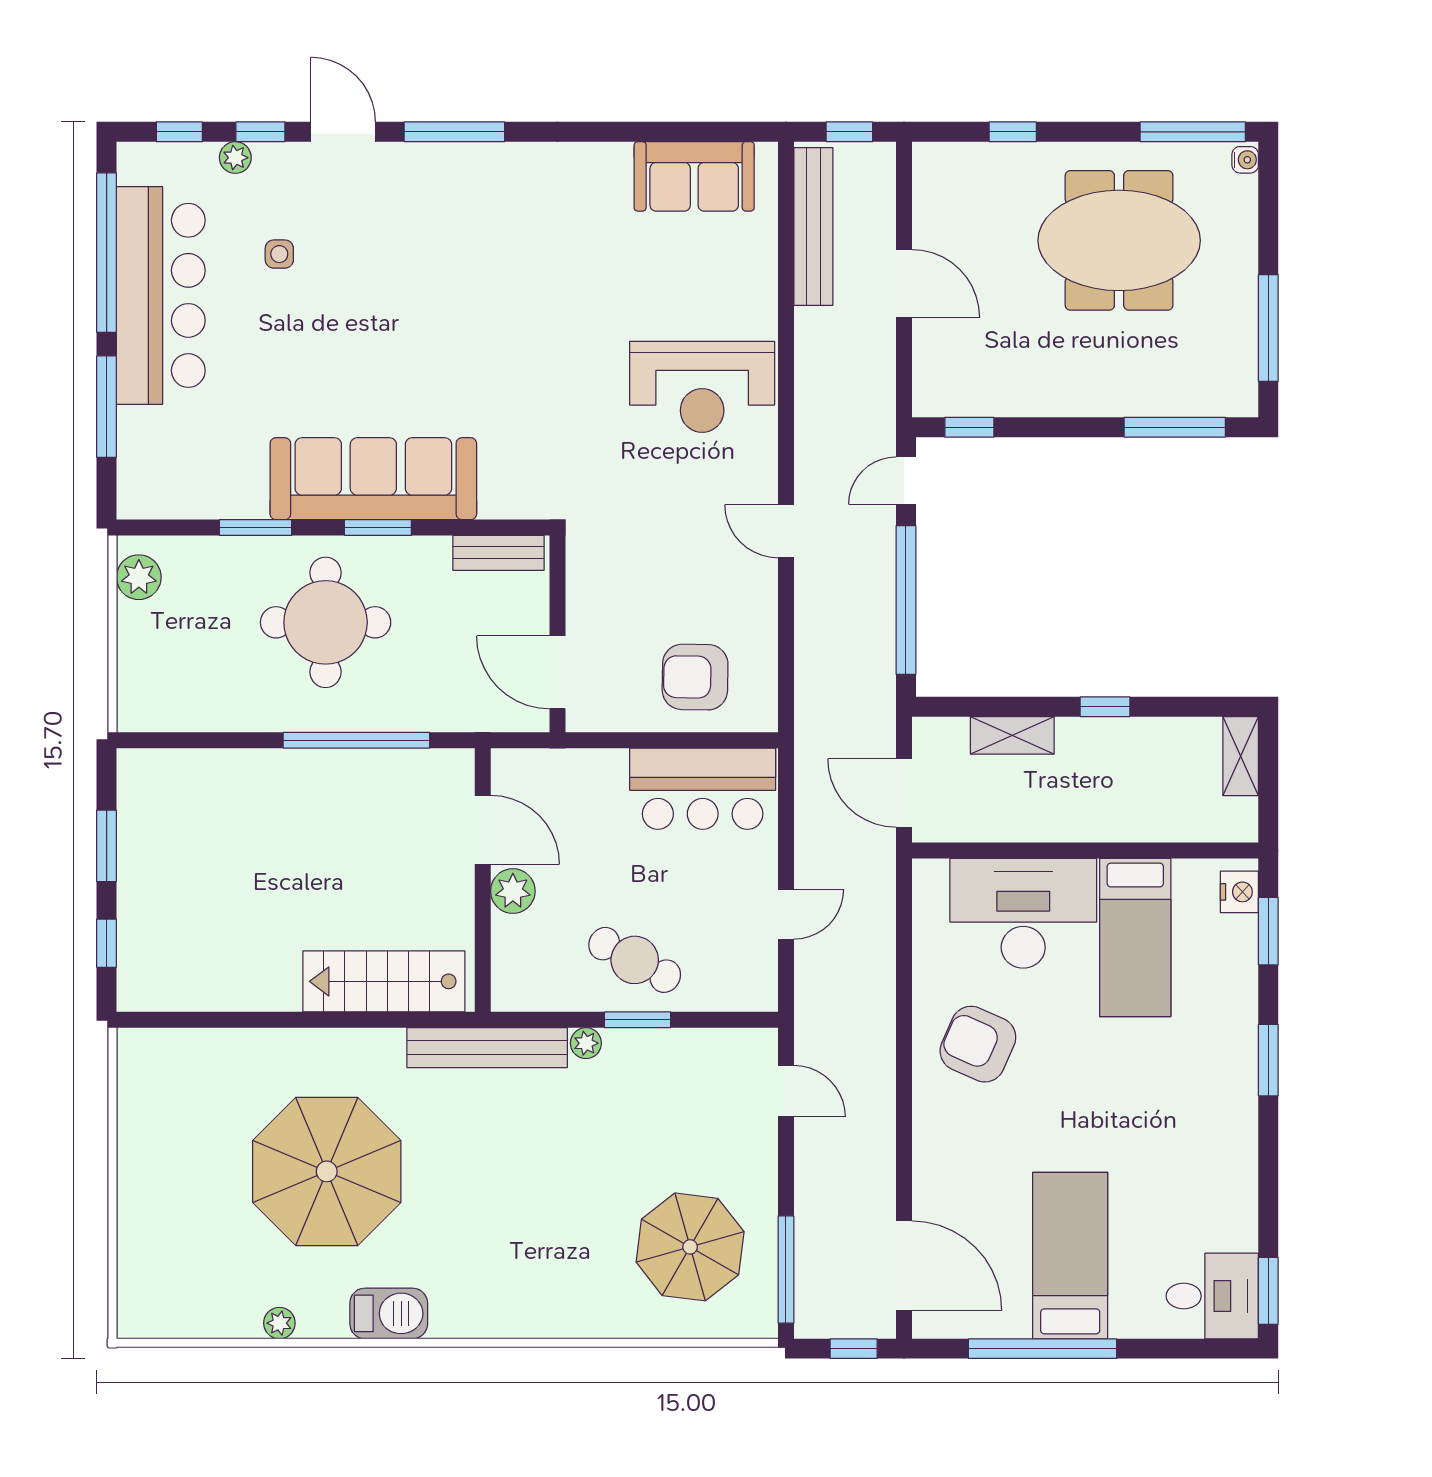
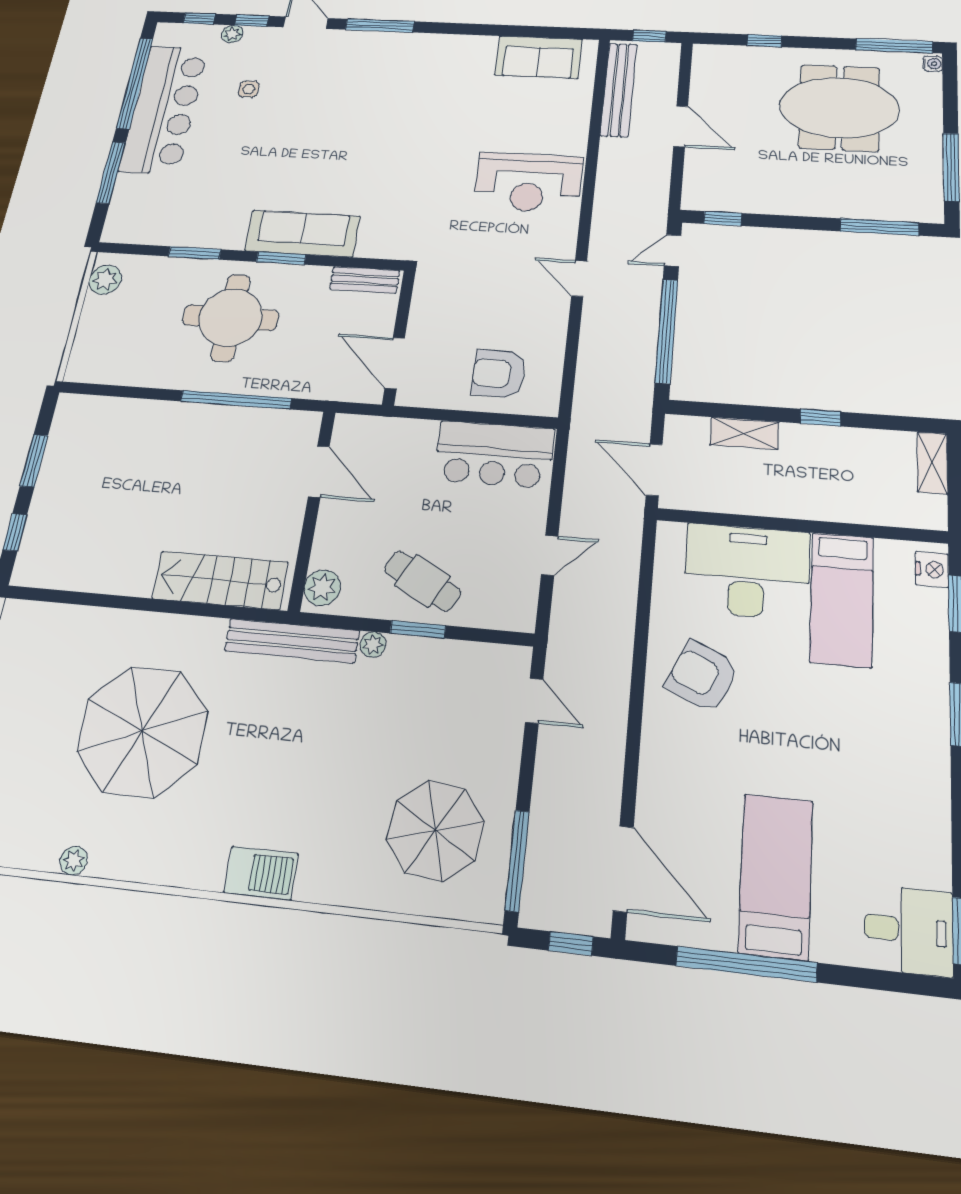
sofa: (373, 479) -> (302, 234), width x0.74, depth x0.79
plant: (513, 891) -> (322, 588), moved
barbecue: (389, 1313) -> (261, 873), moved

